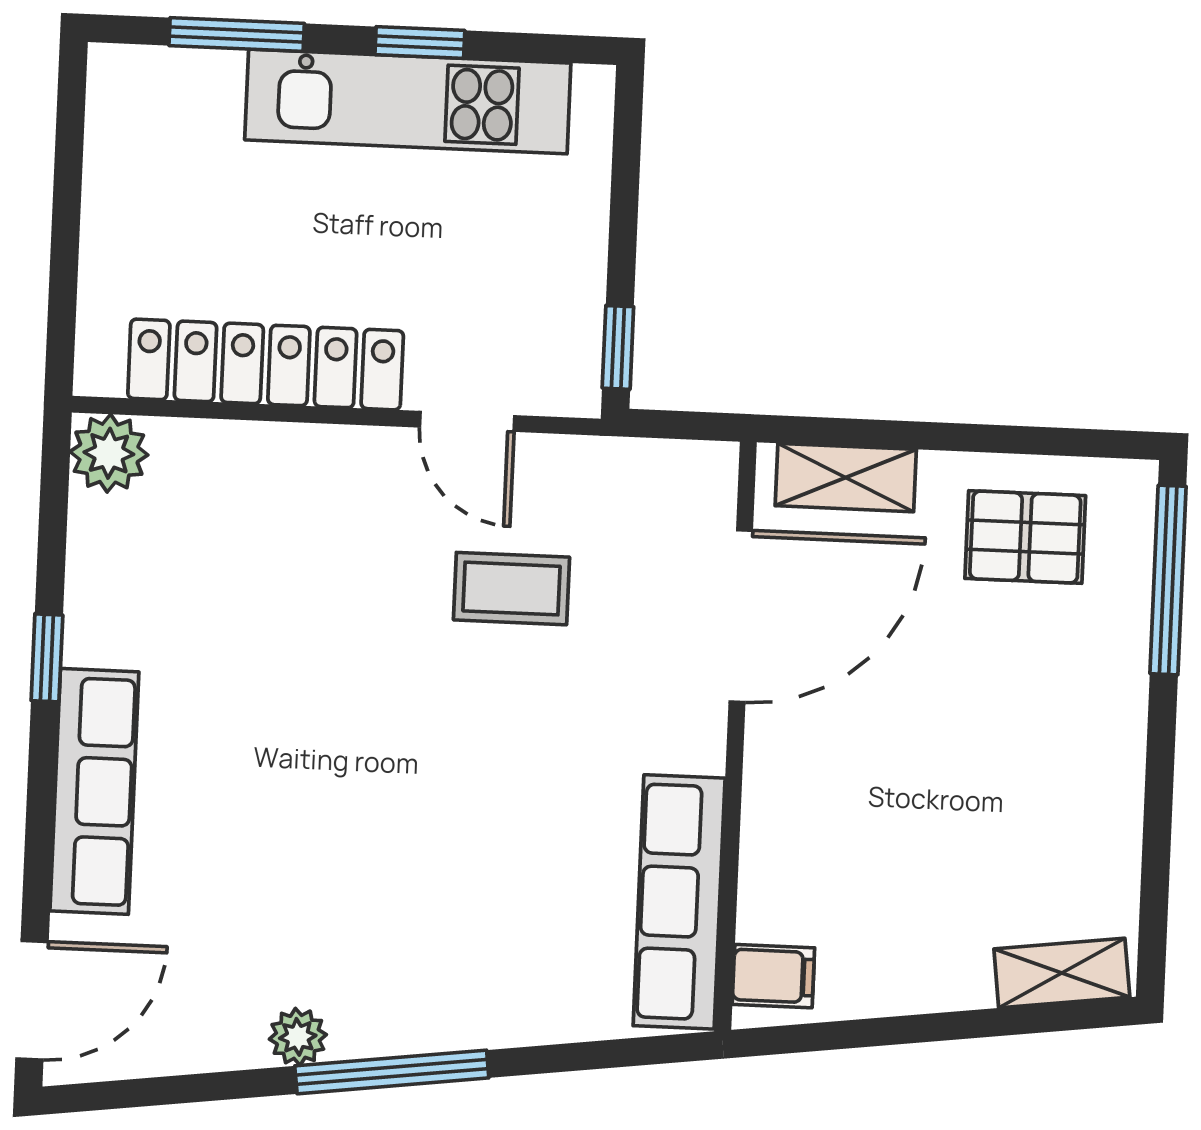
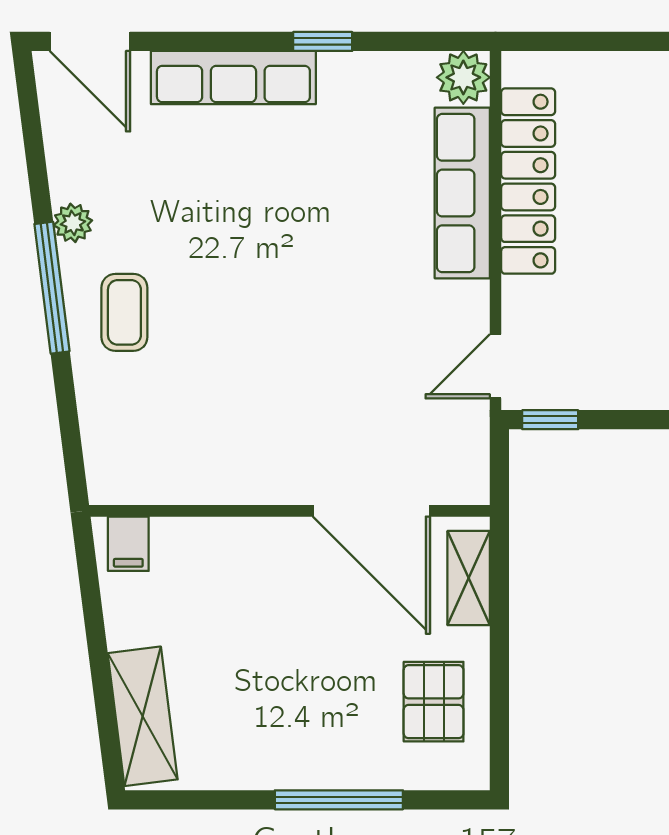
door: (467, 421) -> (496, 366), moved
window: (1168, 580) -> (339, 800), moved
coffee table: (511, 589) -> (124, 312), moved
row of seats: (679, 902) -> (462, 193), moved, turned -90
shelving: (1062, 973) -> (143, 716), width x1.50, depth x1.33

